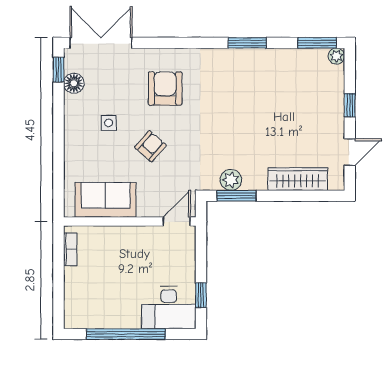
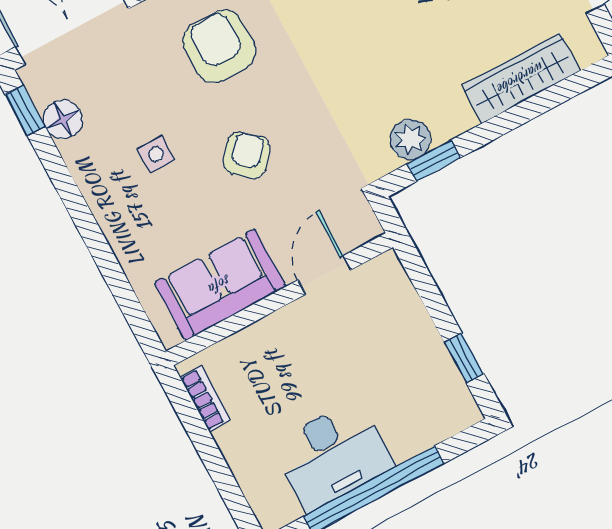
window: (236, 196) -> (434, 161), width x0.67
door: (177, 222) -> (324, 275), moved
desk: (169, 308) -> (333, 455), moved

